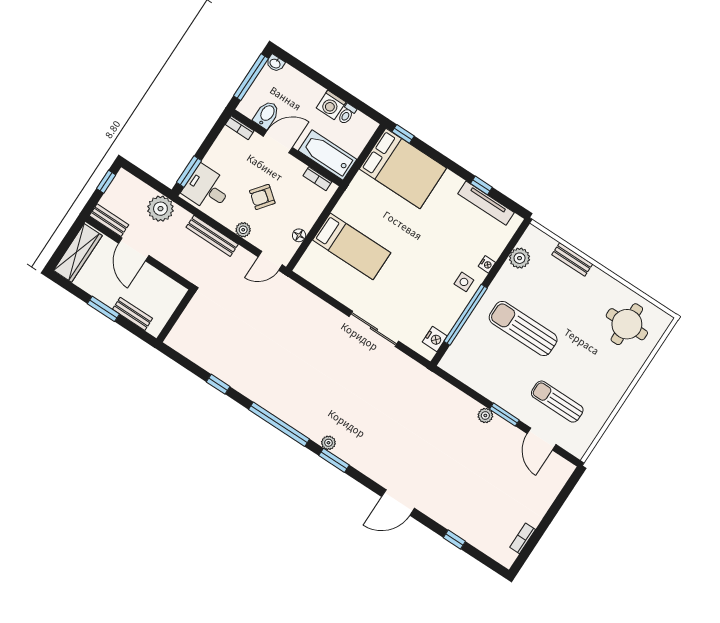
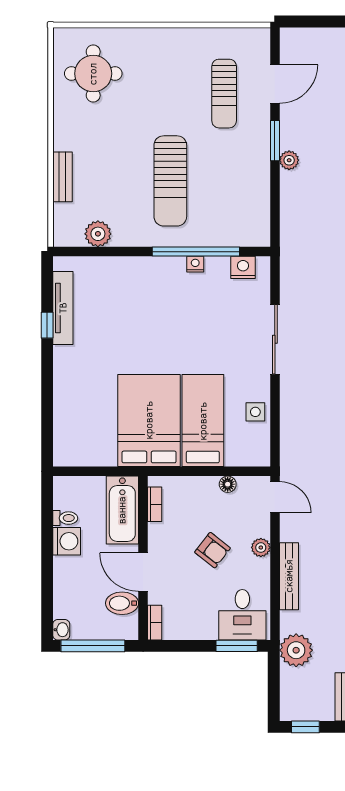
window: (403, 134) -> (47, 444), removed
bed: (403, 169) -> (149, 420), moved
nightstand: (487, 264) -> (195, 264), moved
side table: (464, 282) -> (255, 412), moved

